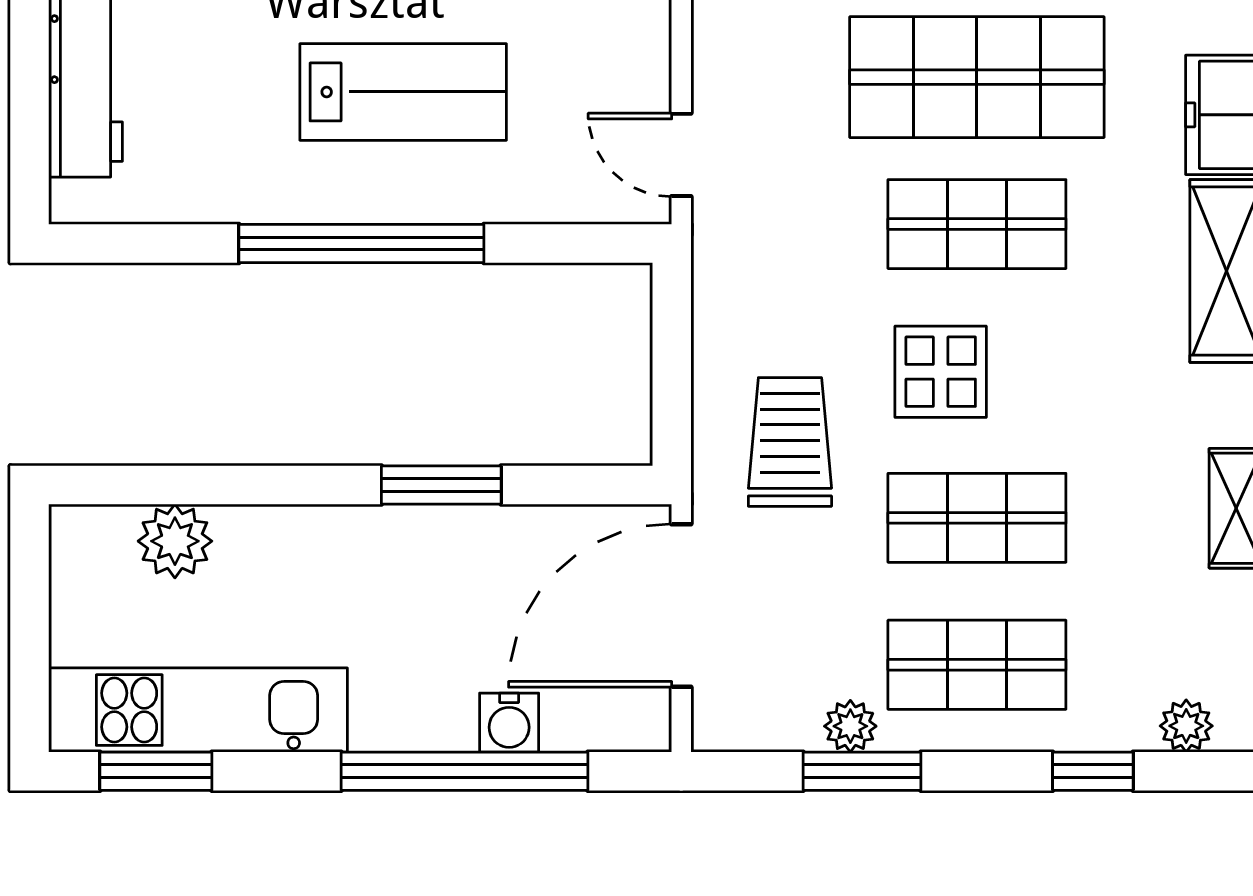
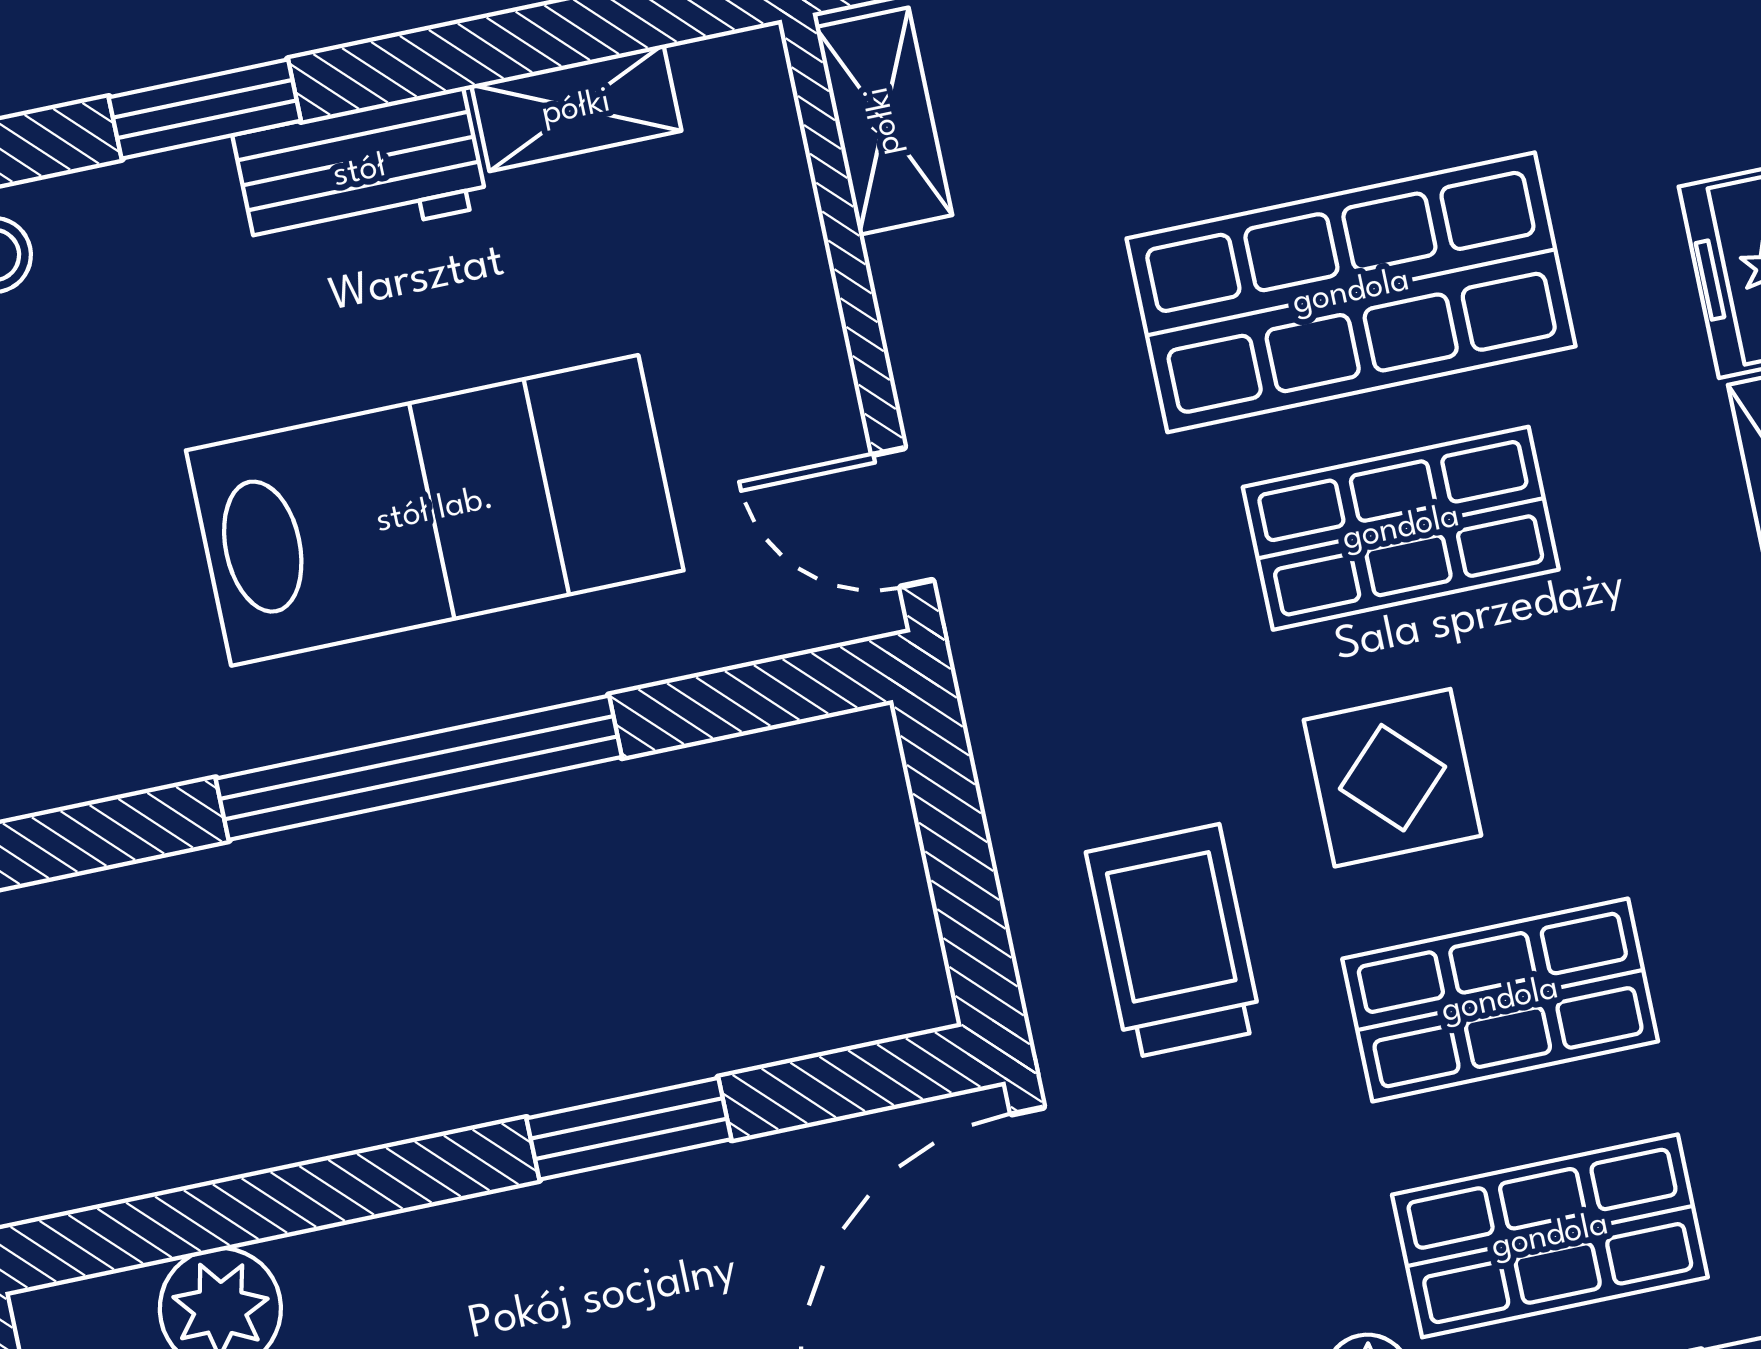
lab bench: (403, 92) -> (435, 510), width x1.36, depth x1.39

